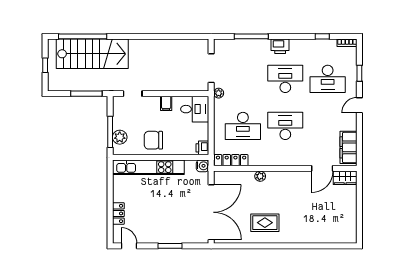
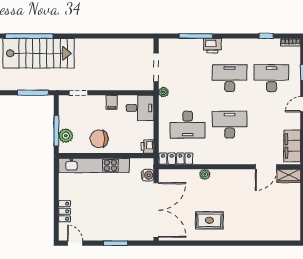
printer: (280, 46) -> (212, 46), moved
desk: (328, 79) -> (271, 78), turned 180
water cooler: (203, 166) -> (148, 175), moved

